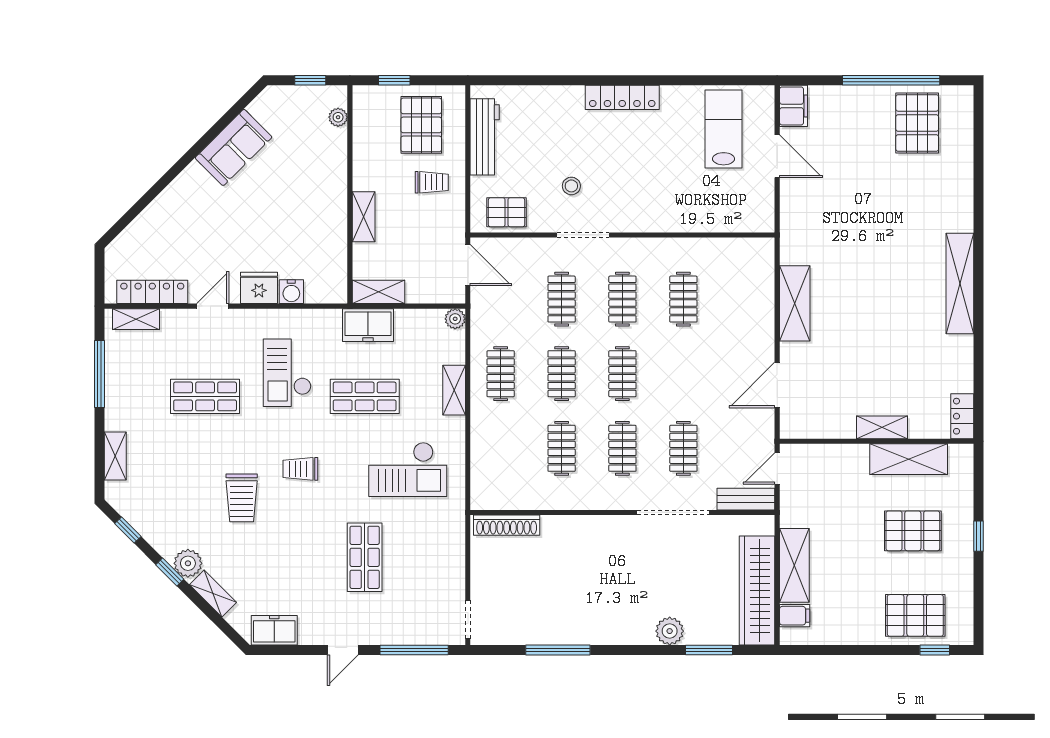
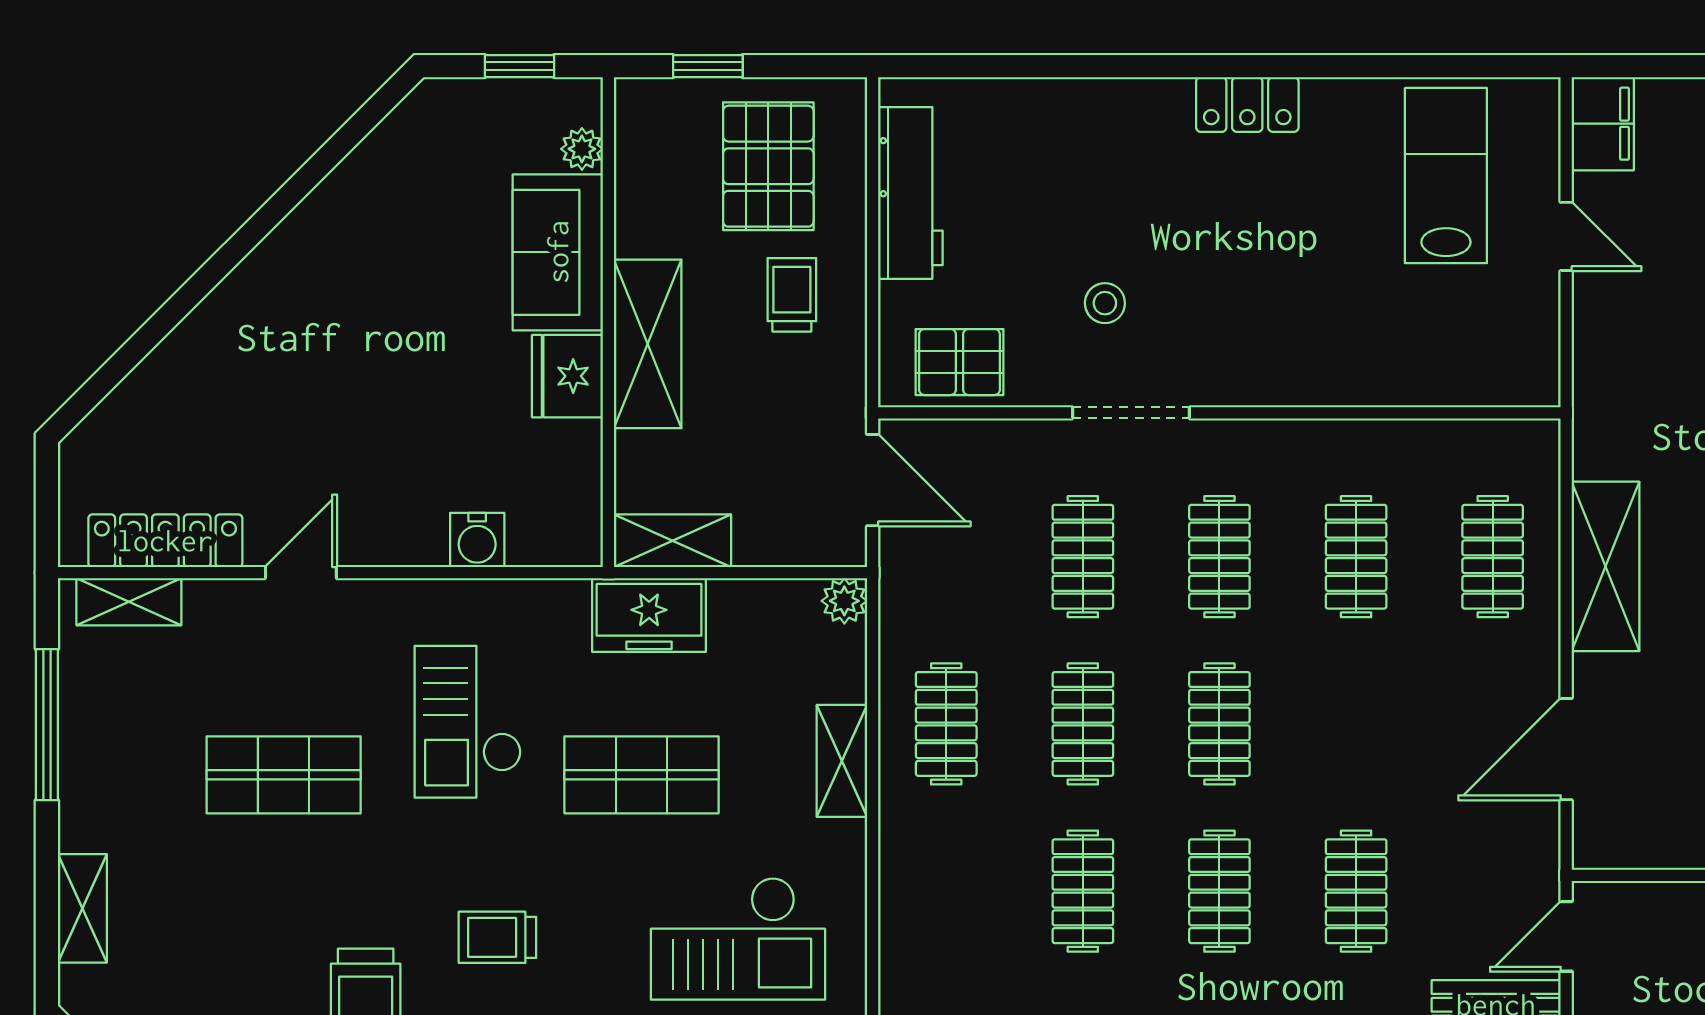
locker: (622, 97) -> (1247, 104), width x0.66
sofa: (234, 147) -> (558, 252), moved, turned 135
door: (777, 156) -> (1566, 236), width x0.73
trolley: (432, 182) -> (792, 295), turned -90
shelving: (364, 217) -> (648, 344), width x1.50, depth x1.33
fridge: (259, 288) -> (567, 376), moved, turned -90
clothes rail: (744, 299) -> (1493, 557), added

